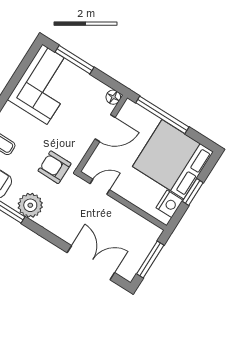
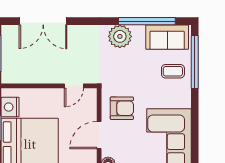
armchair: (55, 167) -> (122, 108), moved

